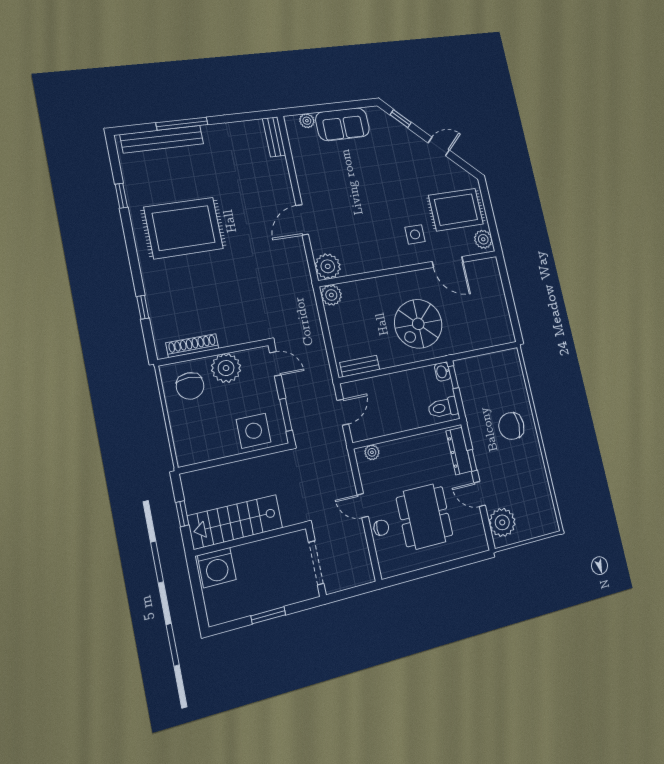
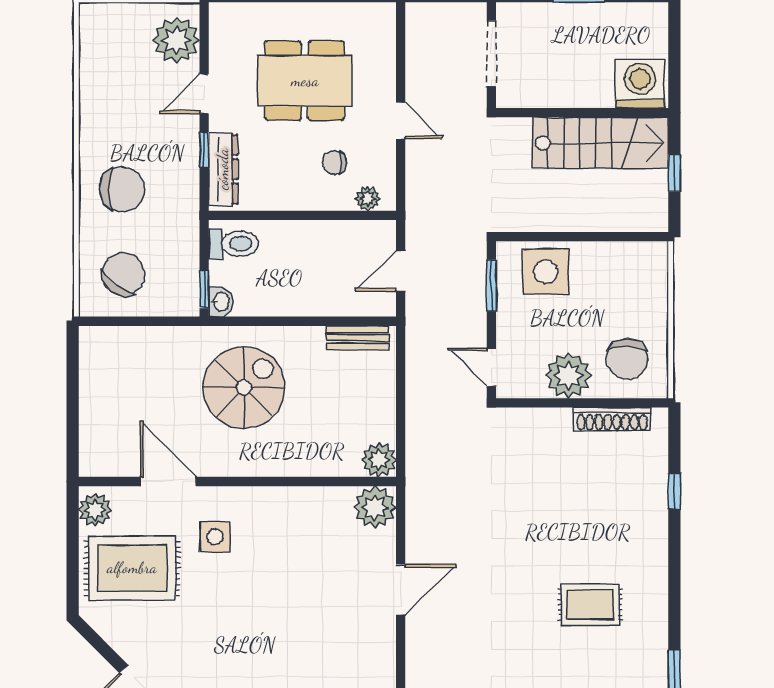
rug: (184, 228) -> (590, 605), width x0.54, depth x0.49
chair: (499, 377) -> (124, 274), added
chair: (190, 386) -> (627, 359), turned 180
door: (480, 494) -> (204, 94), swing flipped
dining table: (425, 516) -> (305, 81), turned 90
chair: (381, 528) -> (334, 162), moved

